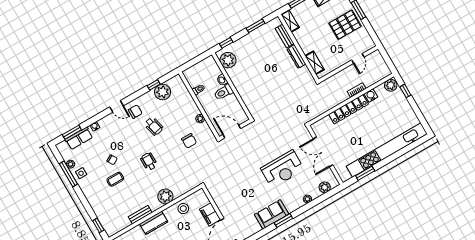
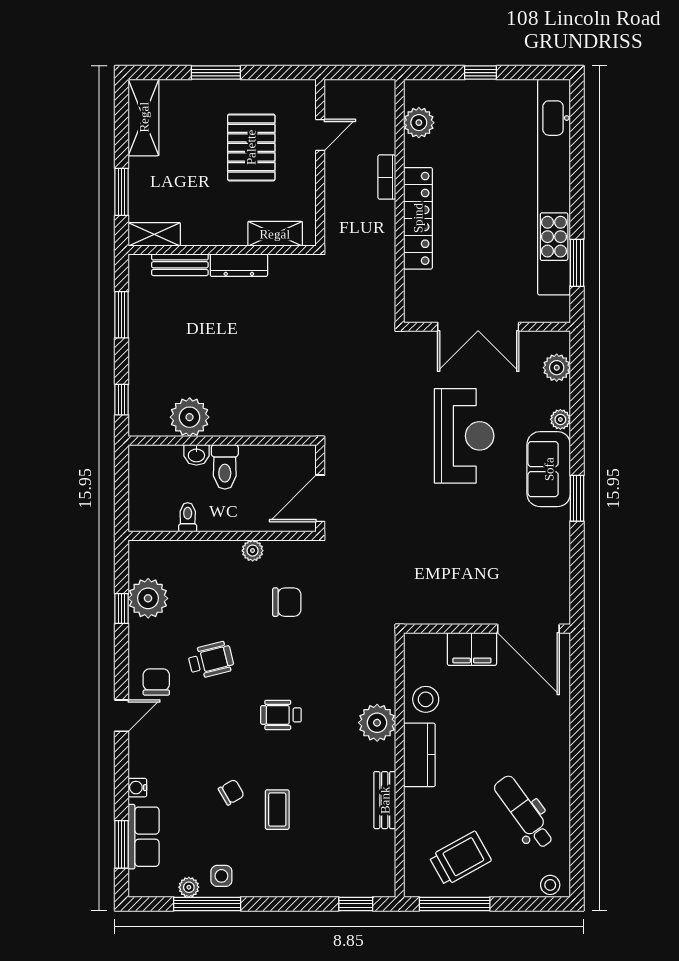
pallet: (345, 25) -> (251, 147), moved
door: (358, 59) -> (320, 135), hinge flipped
plant: (228, 60) -> (190, 417), moved
plant: (391, 85) -> (419, 123), moved
window: (405, 91) -> (481, 73), moved
water cooler: (371, 95) -> (416, 153), removed
sofa: (272, 214) -> (549, 469), moved
kitchen counter: (154, 223) -> (419, 755), moved

